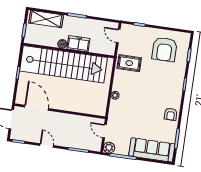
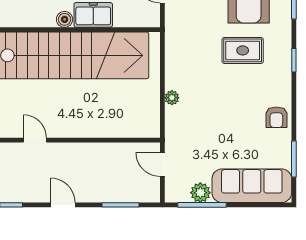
rug: (129, 63) -> (243, 50), moved
door: (37, 108) -> (35, 140), width x0.53
plant: (109, 148) -> (200, 193), moved

